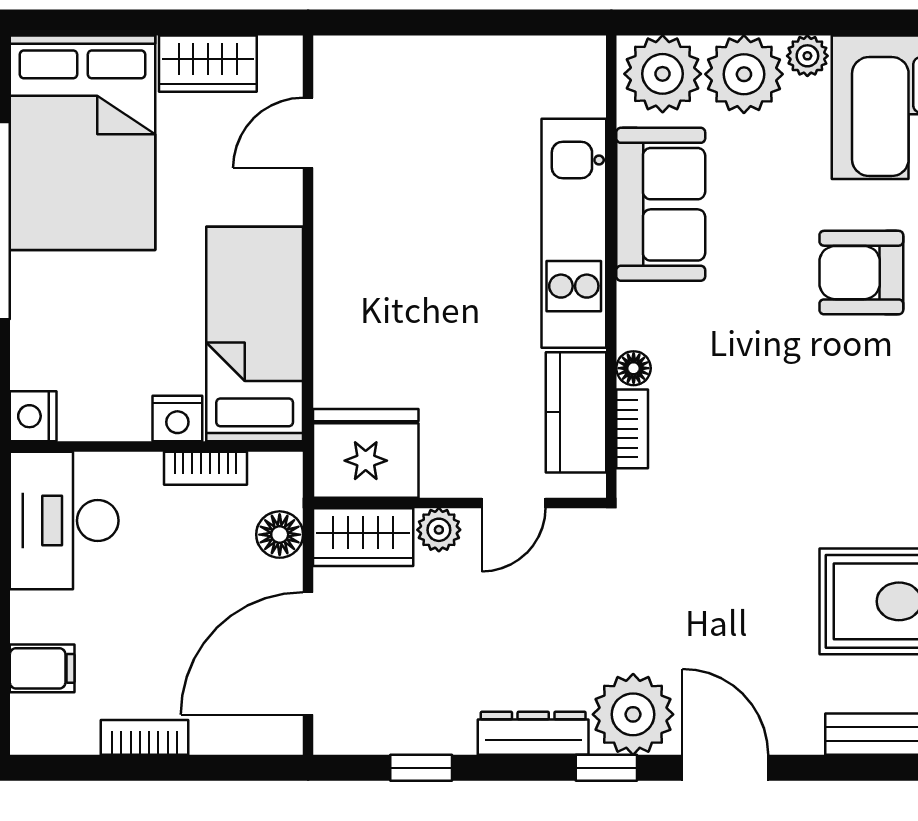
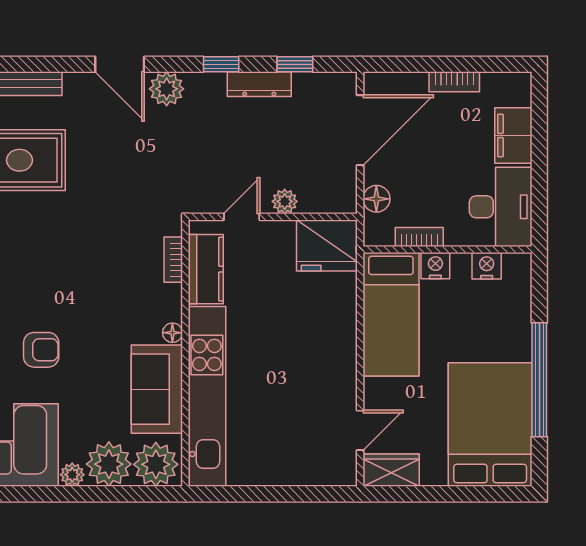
wardrobe: (208, 64) -> (391, 470), moved
kitchen unit: (574, 233) -> (207, 396), width x1.36
armchair: (861, 273) -> (41, 350), width x0.72, depth x0.72
floor lamp: (634, 368) -> (172, 333), moved
nightstand: (33, 416) -> (487, 266), moved, turned -90
wardrobe: (363, 537) -> (328, 197), removed
filing cabinet: (42, 668) -> (513, 135), width x2.00
plant: (633, 714) -> (167, 89), width x0.73, depth x0.73
dresser: (533, 733) -> (259, 84), moved
window: (606, 768) -> (221, 64), moved

